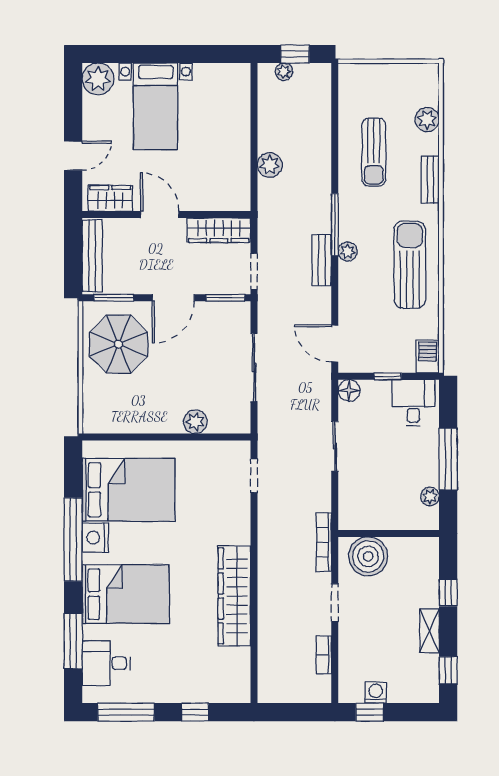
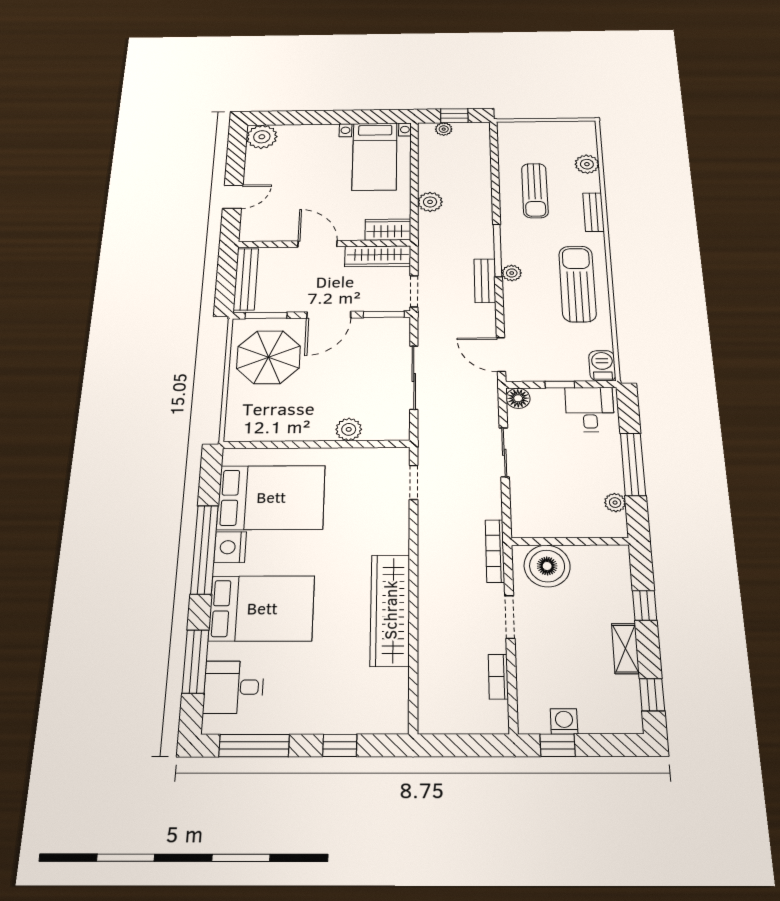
bed with nightstands: (156, 106) -> (375, 156), moved
wardrobe: (110, 198) -> (388, 230), moved

